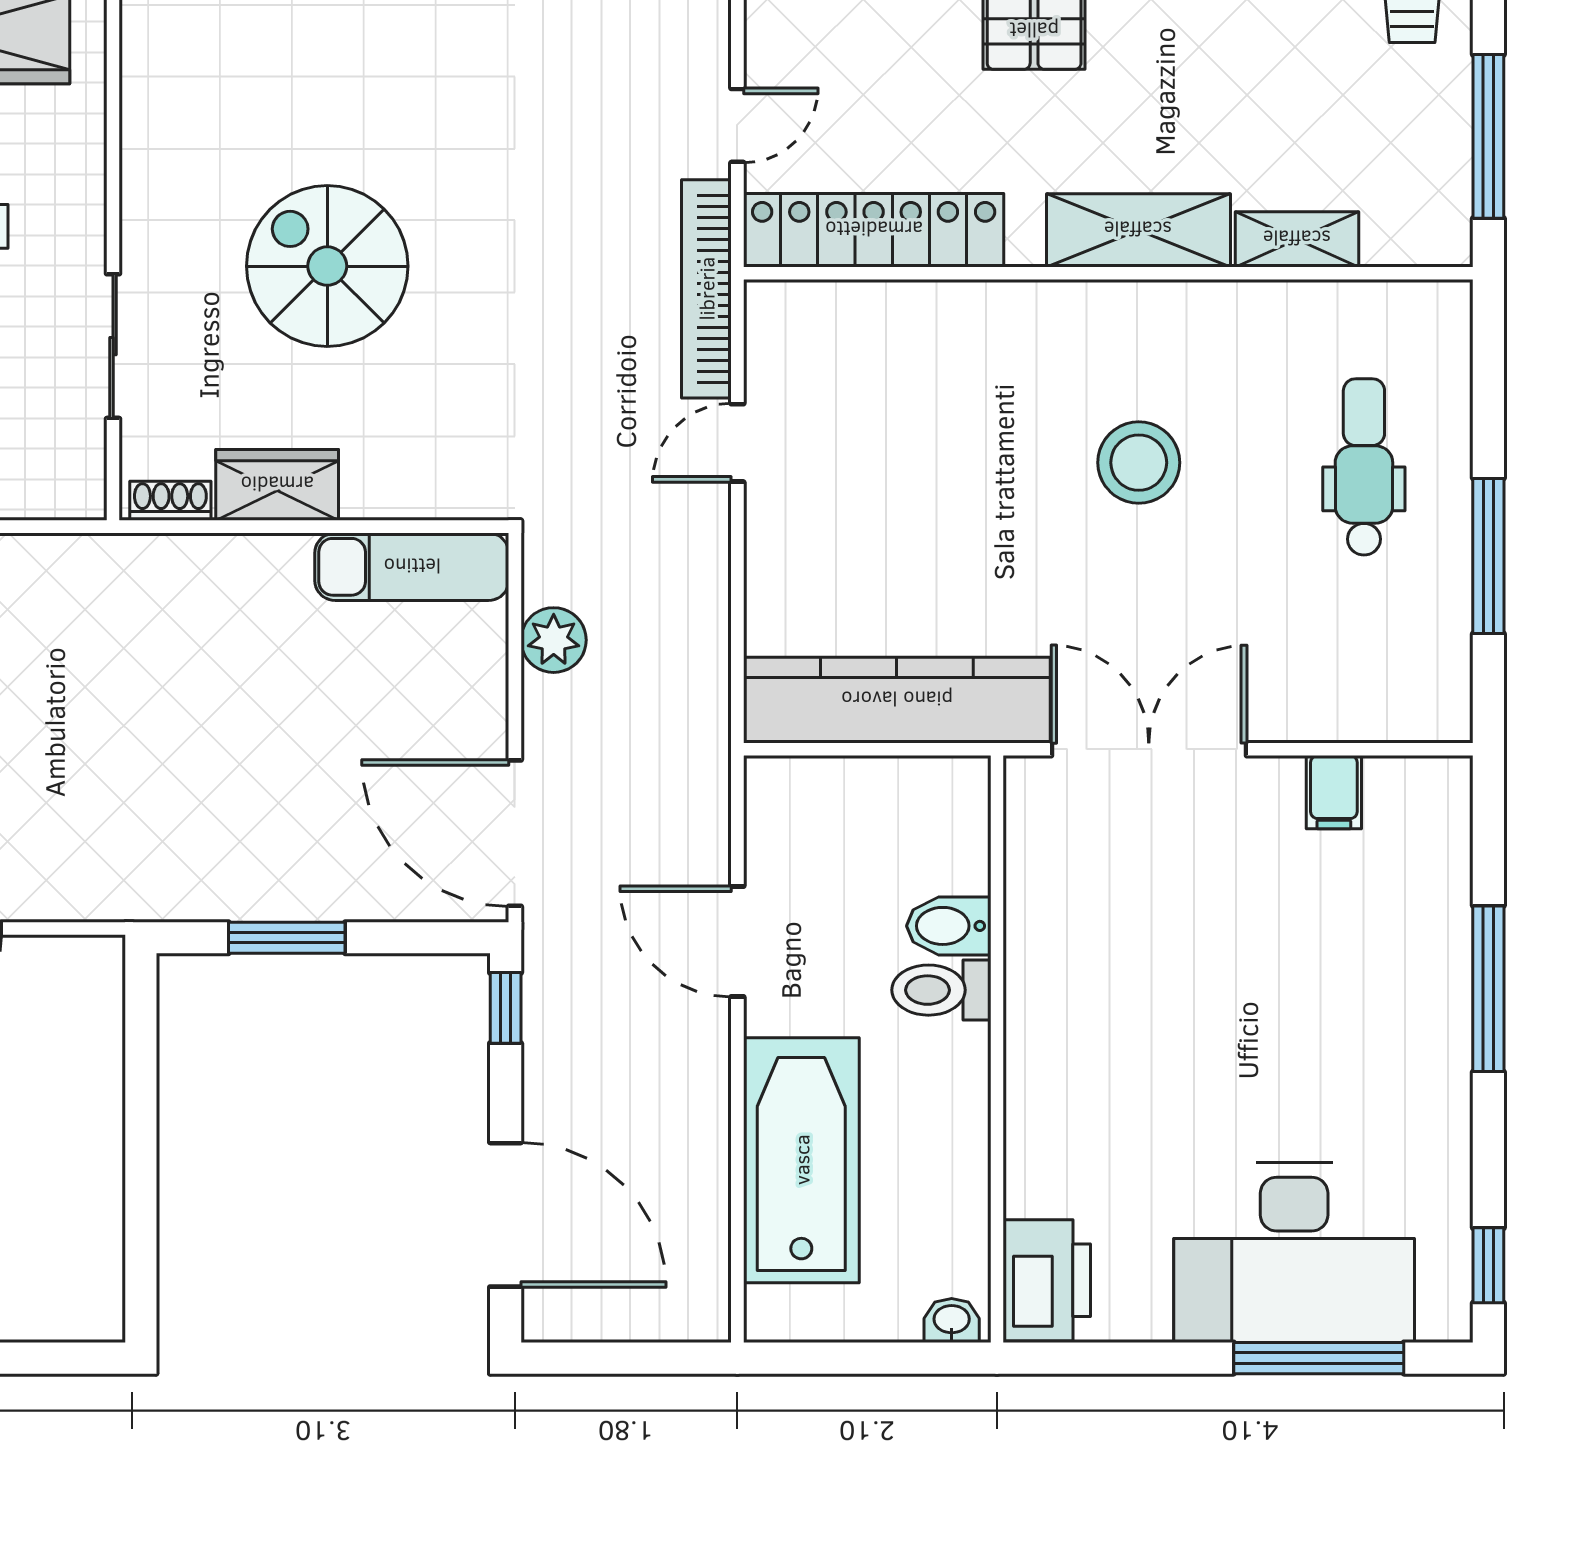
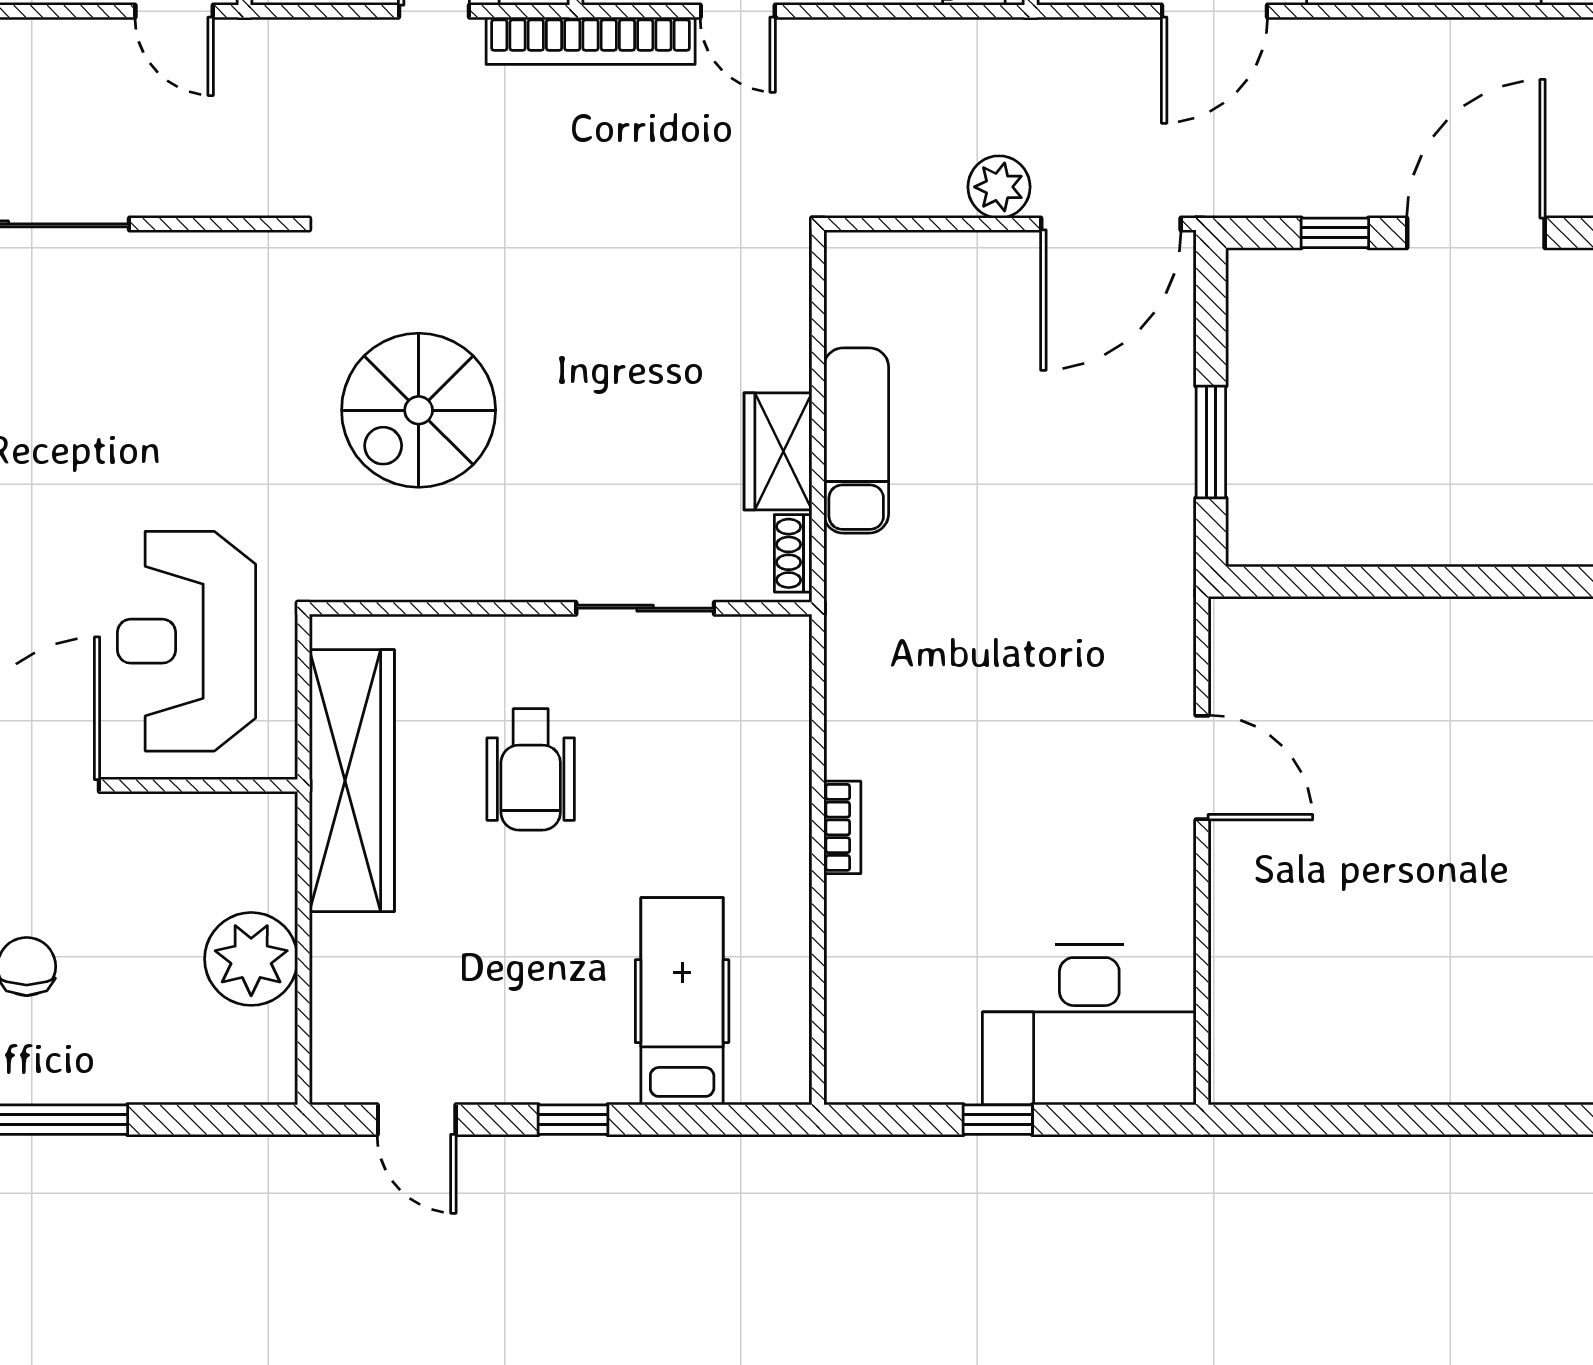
spiral stairs: (327, 266) -> (419, 410), moved
exam couch: (412, 567) -> (856, 440), moved
plant: (554, 640) -> (999, 187), moved
window: (506, 1008) -> (1335, 233), moved

